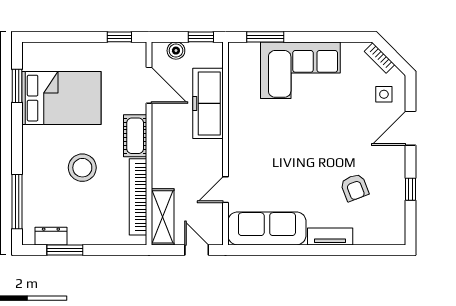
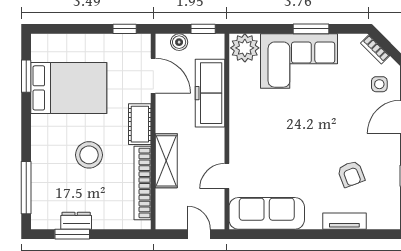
window: (265, 37) -> (311, 29), moved
plant: (244, 57) -> (245, 48), added
shelving: (163, 217) -> (166, 161), moved
dresser: (51, 236) -> (76, 221), moved
tv unit: (330, 236) -> (344, 221), moved

